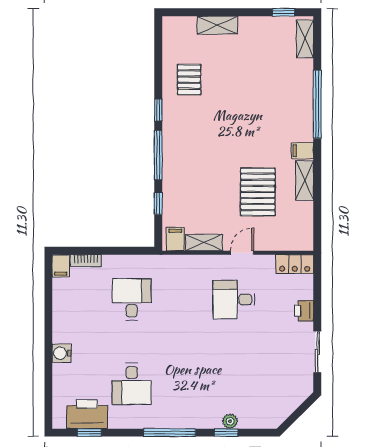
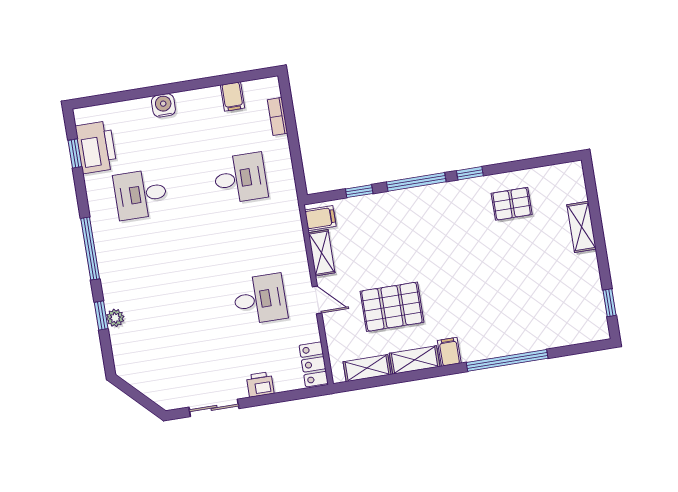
shelving: (305, 39) -> (367, 368), moved
filing cabinet: (61, 266) -> (232, 97), moved, turned -90
desk: (234, 300) -> (260, 299), turned 90

